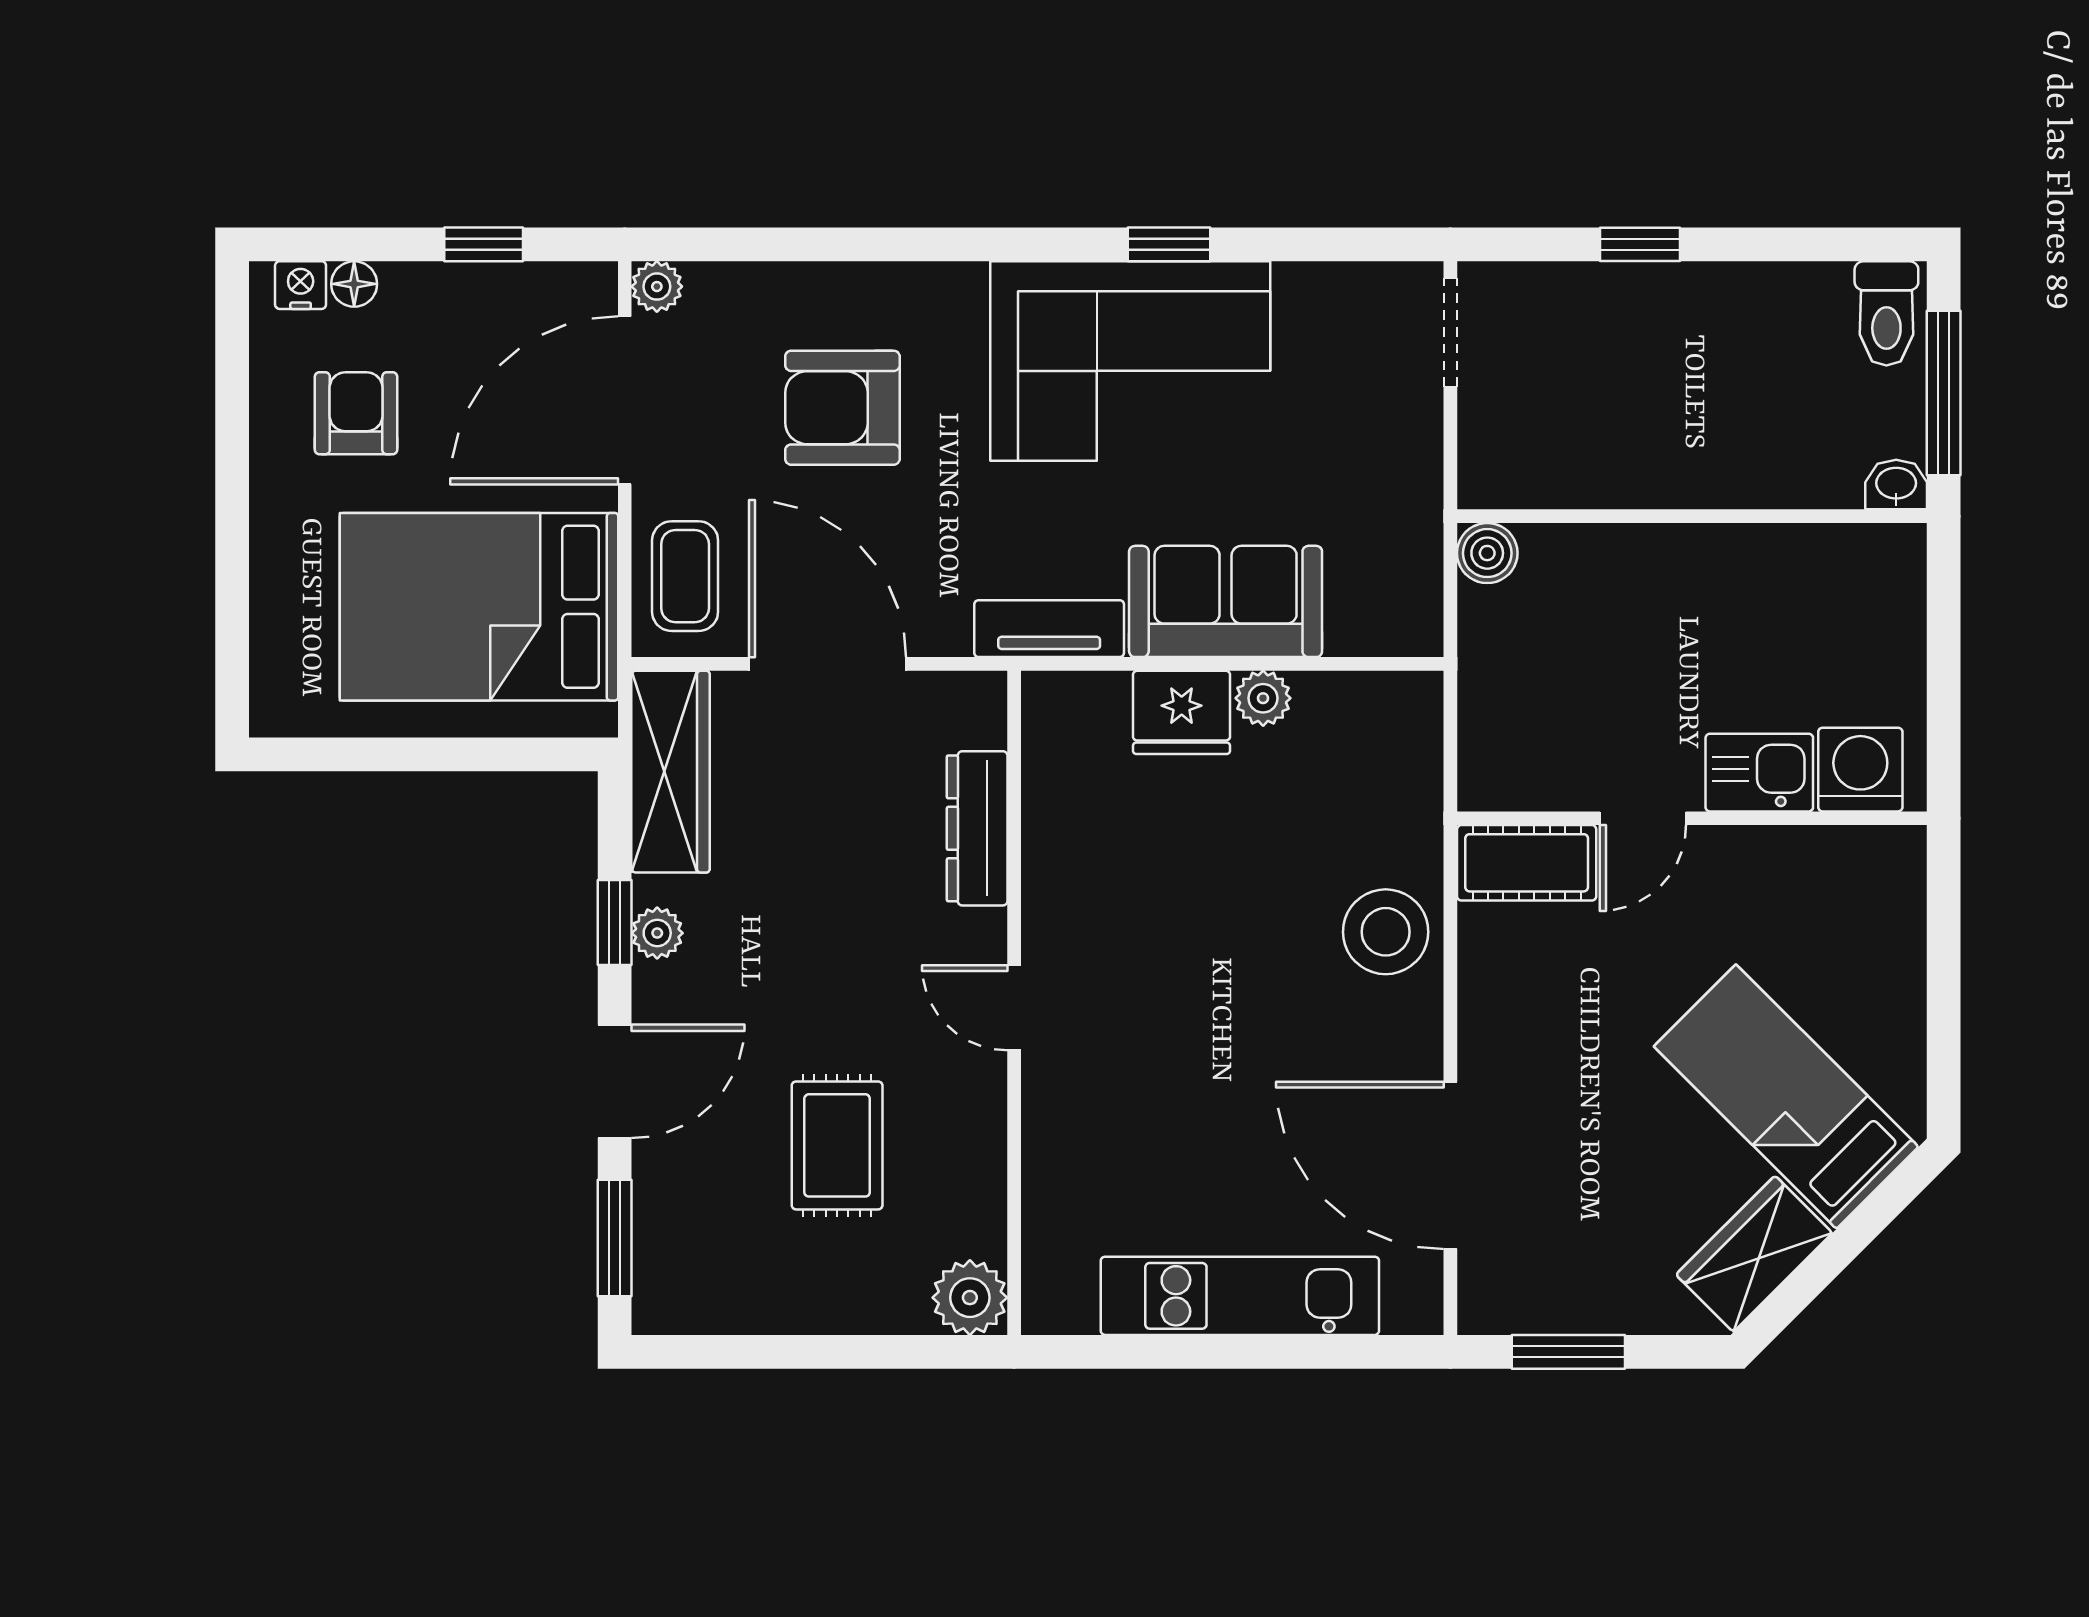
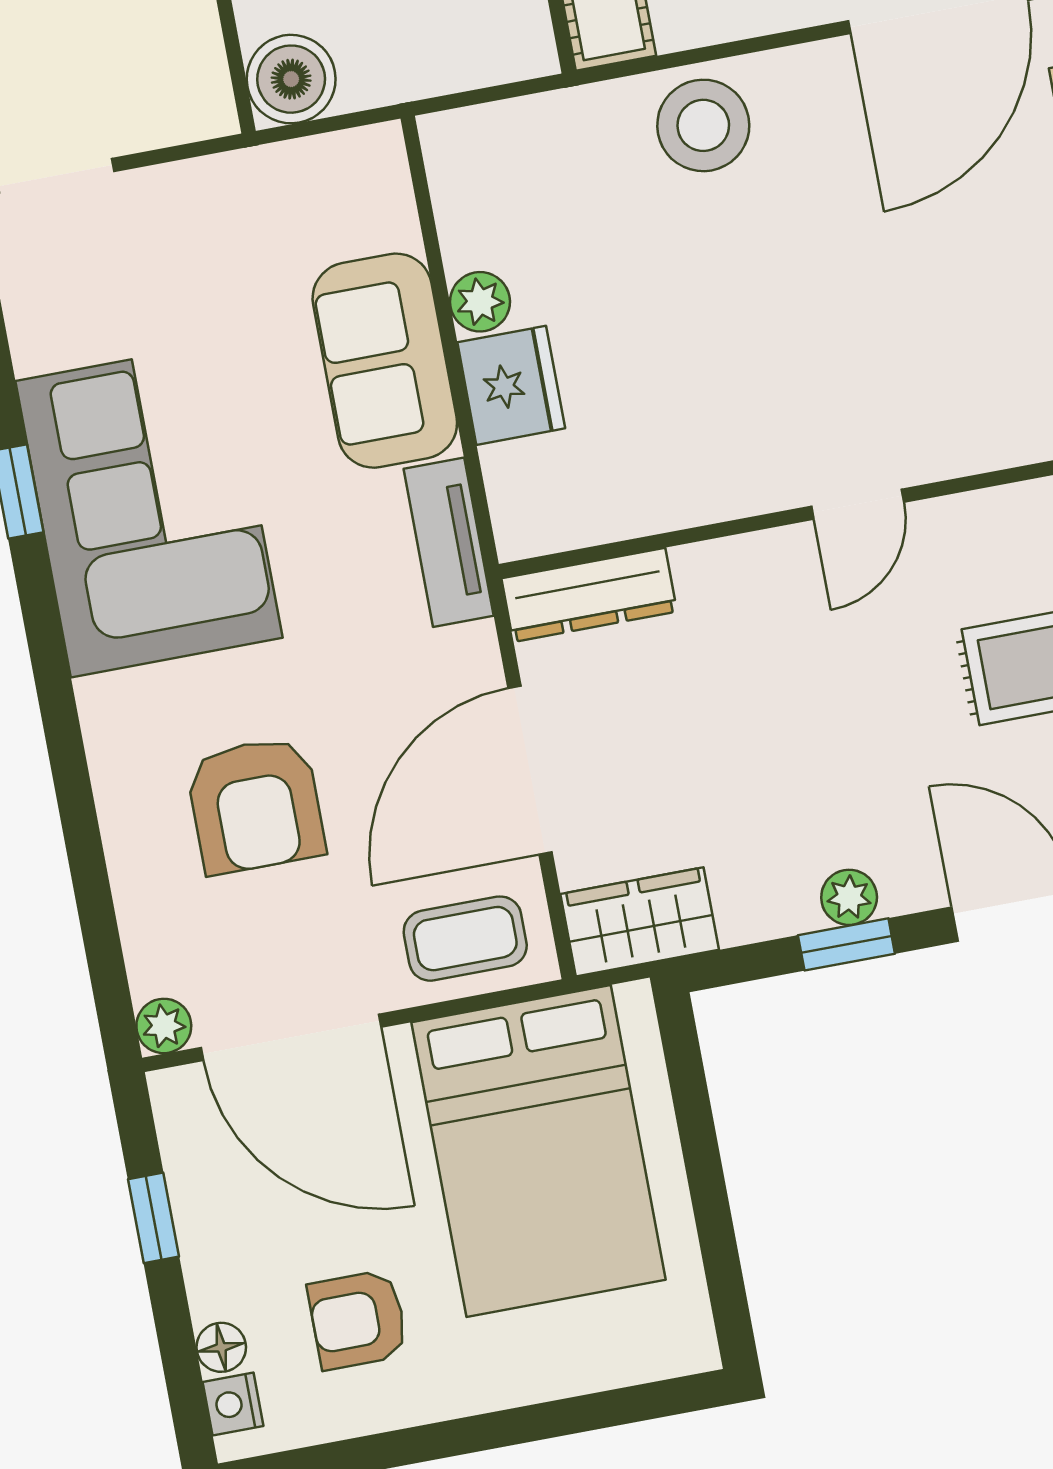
boiler: (1487, 553) -> (291, 79), width x1.36, depth x1.36
wardrobe: (671, 772) -> (640, 922), width x0.67
dresser: (977, 828) -> (589, 595), moved

